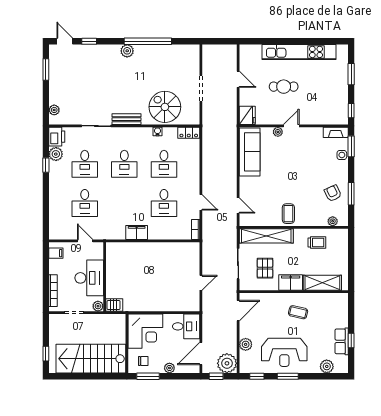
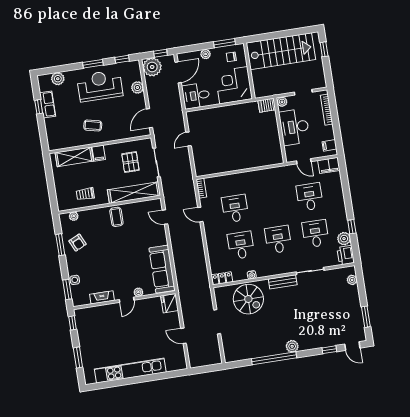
cafe table: (284, 87) -> (140, 336), removed
fireplace: (336, 132) -> (102, 297), moved
filing cabinet: (137, 232) -> (329, 165), moved
filing cabinet: (291, 282) -> (99, 153), width x0.50

